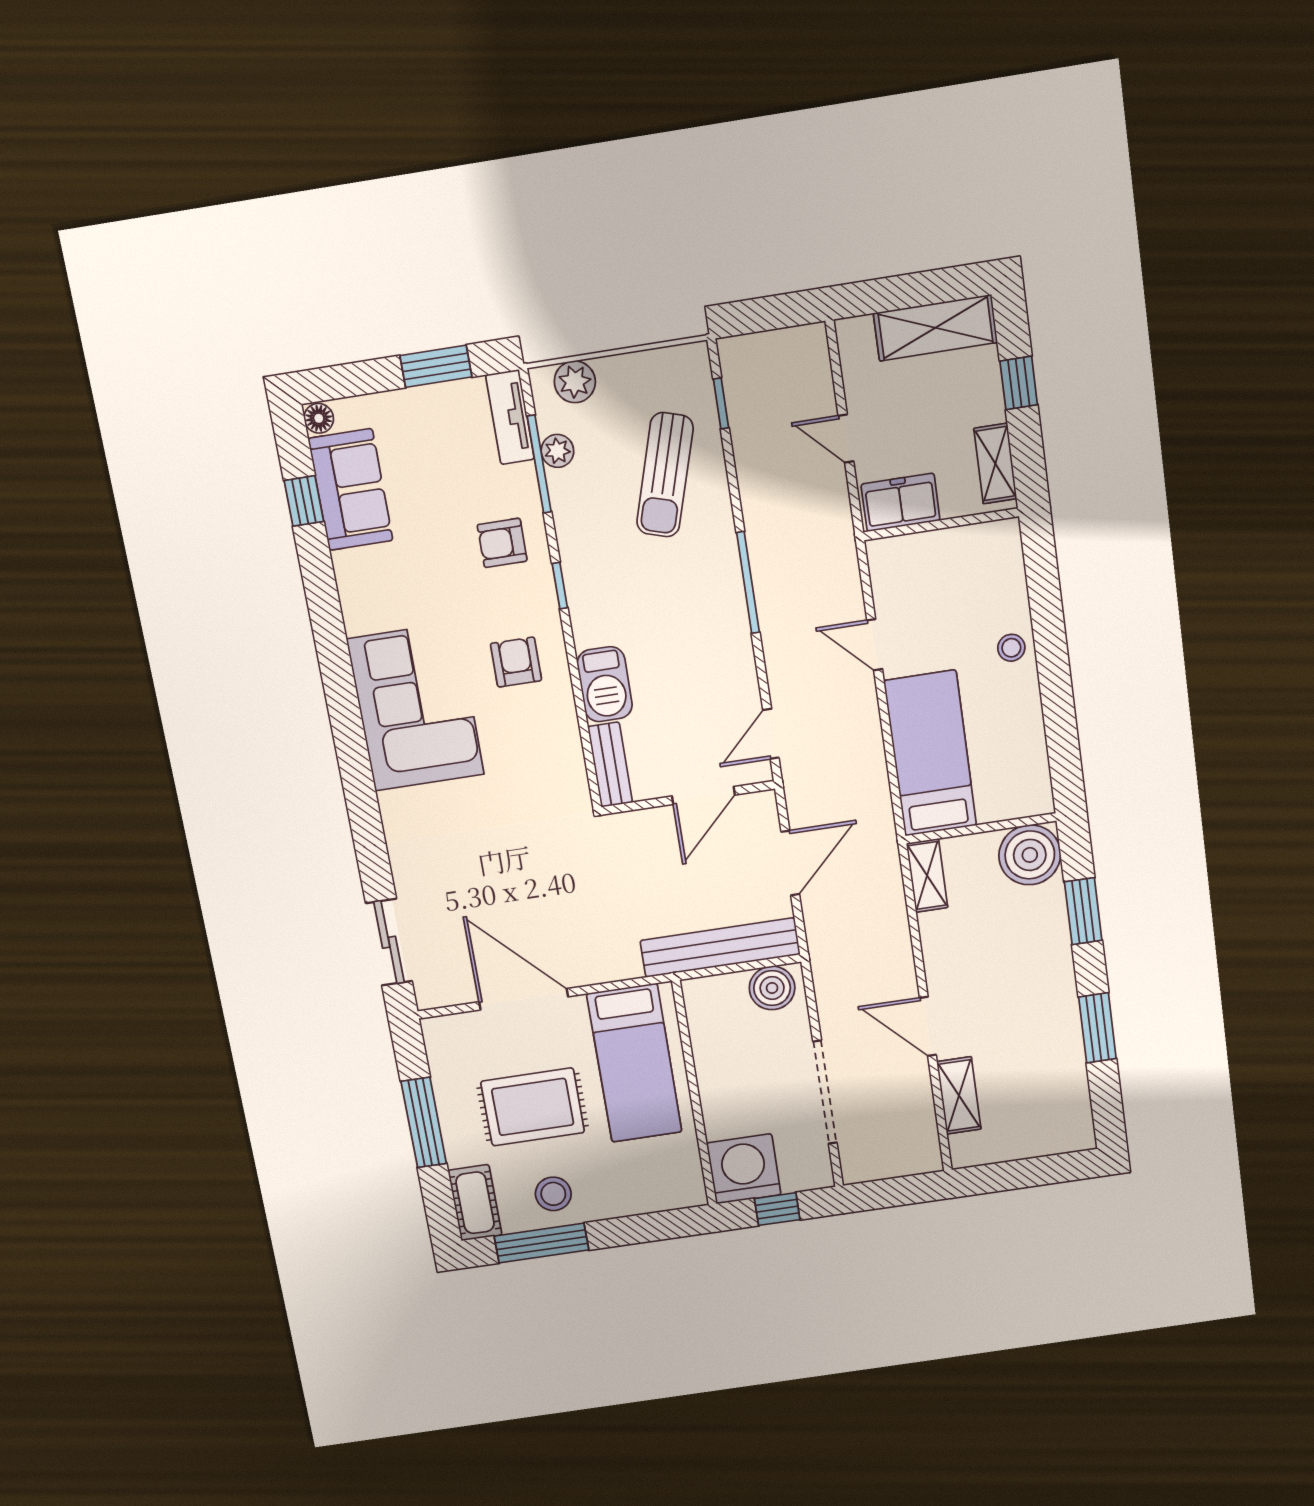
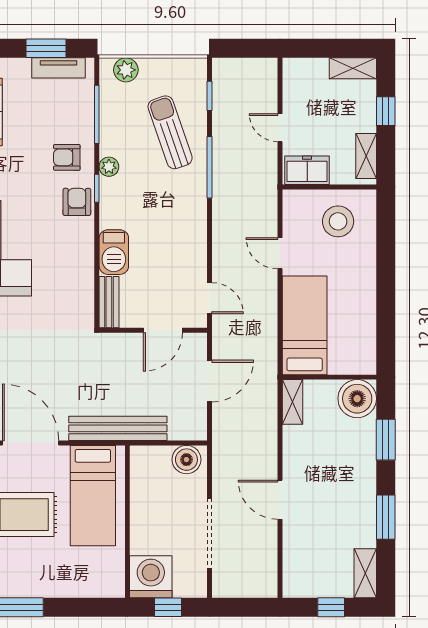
shelving: (935, 328) -> (353, 68), width x0.67, depth x0.75
tv unit: (510, 417) -> (58, 68), moved, turned -90
plant: (557, 451) -> (109, 167), moved
sun lounger: (665, 475) -> (170, 132), turned 144
window: (748, 583) -> (210, 167), moved
stool: (1011, 648) -> (338, 221), moved, width x1.89, depth x1.89
armchair: (516, 662) -> (77, 202), moved
door: (771, 734) -> (210, 298), swing flipped
bench: (720, 948) -> (118, 428), moved
shelving: (959, 1095) -> (365, 573), moved
window: (1029, 1173) -> (331, 607), added
stool: (553, 1194) -> (27, 575), removed

